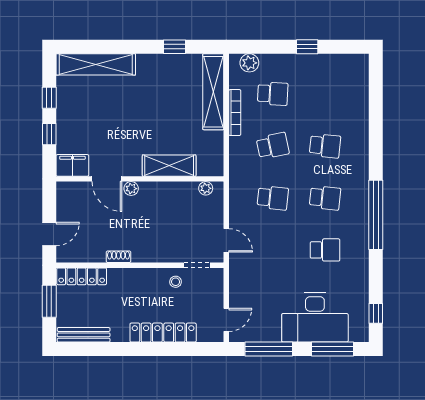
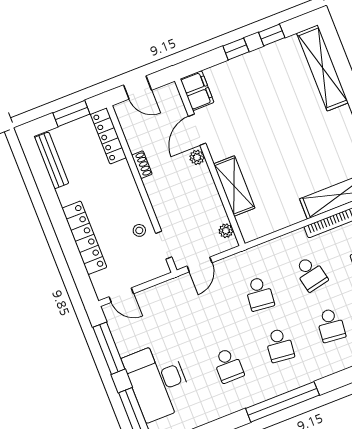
filing cabinet: (72, 165) -> (197, 91), moved
shelving: (169, 166) -> (234, 186), moved
door: (107, 179) -> (197, 130), moved
wall: (140, 179) -> (210, 162), moved
plant: (206, 188) -> (226, 231), moved
plant: (131, 189) -> (197, 157), moved

